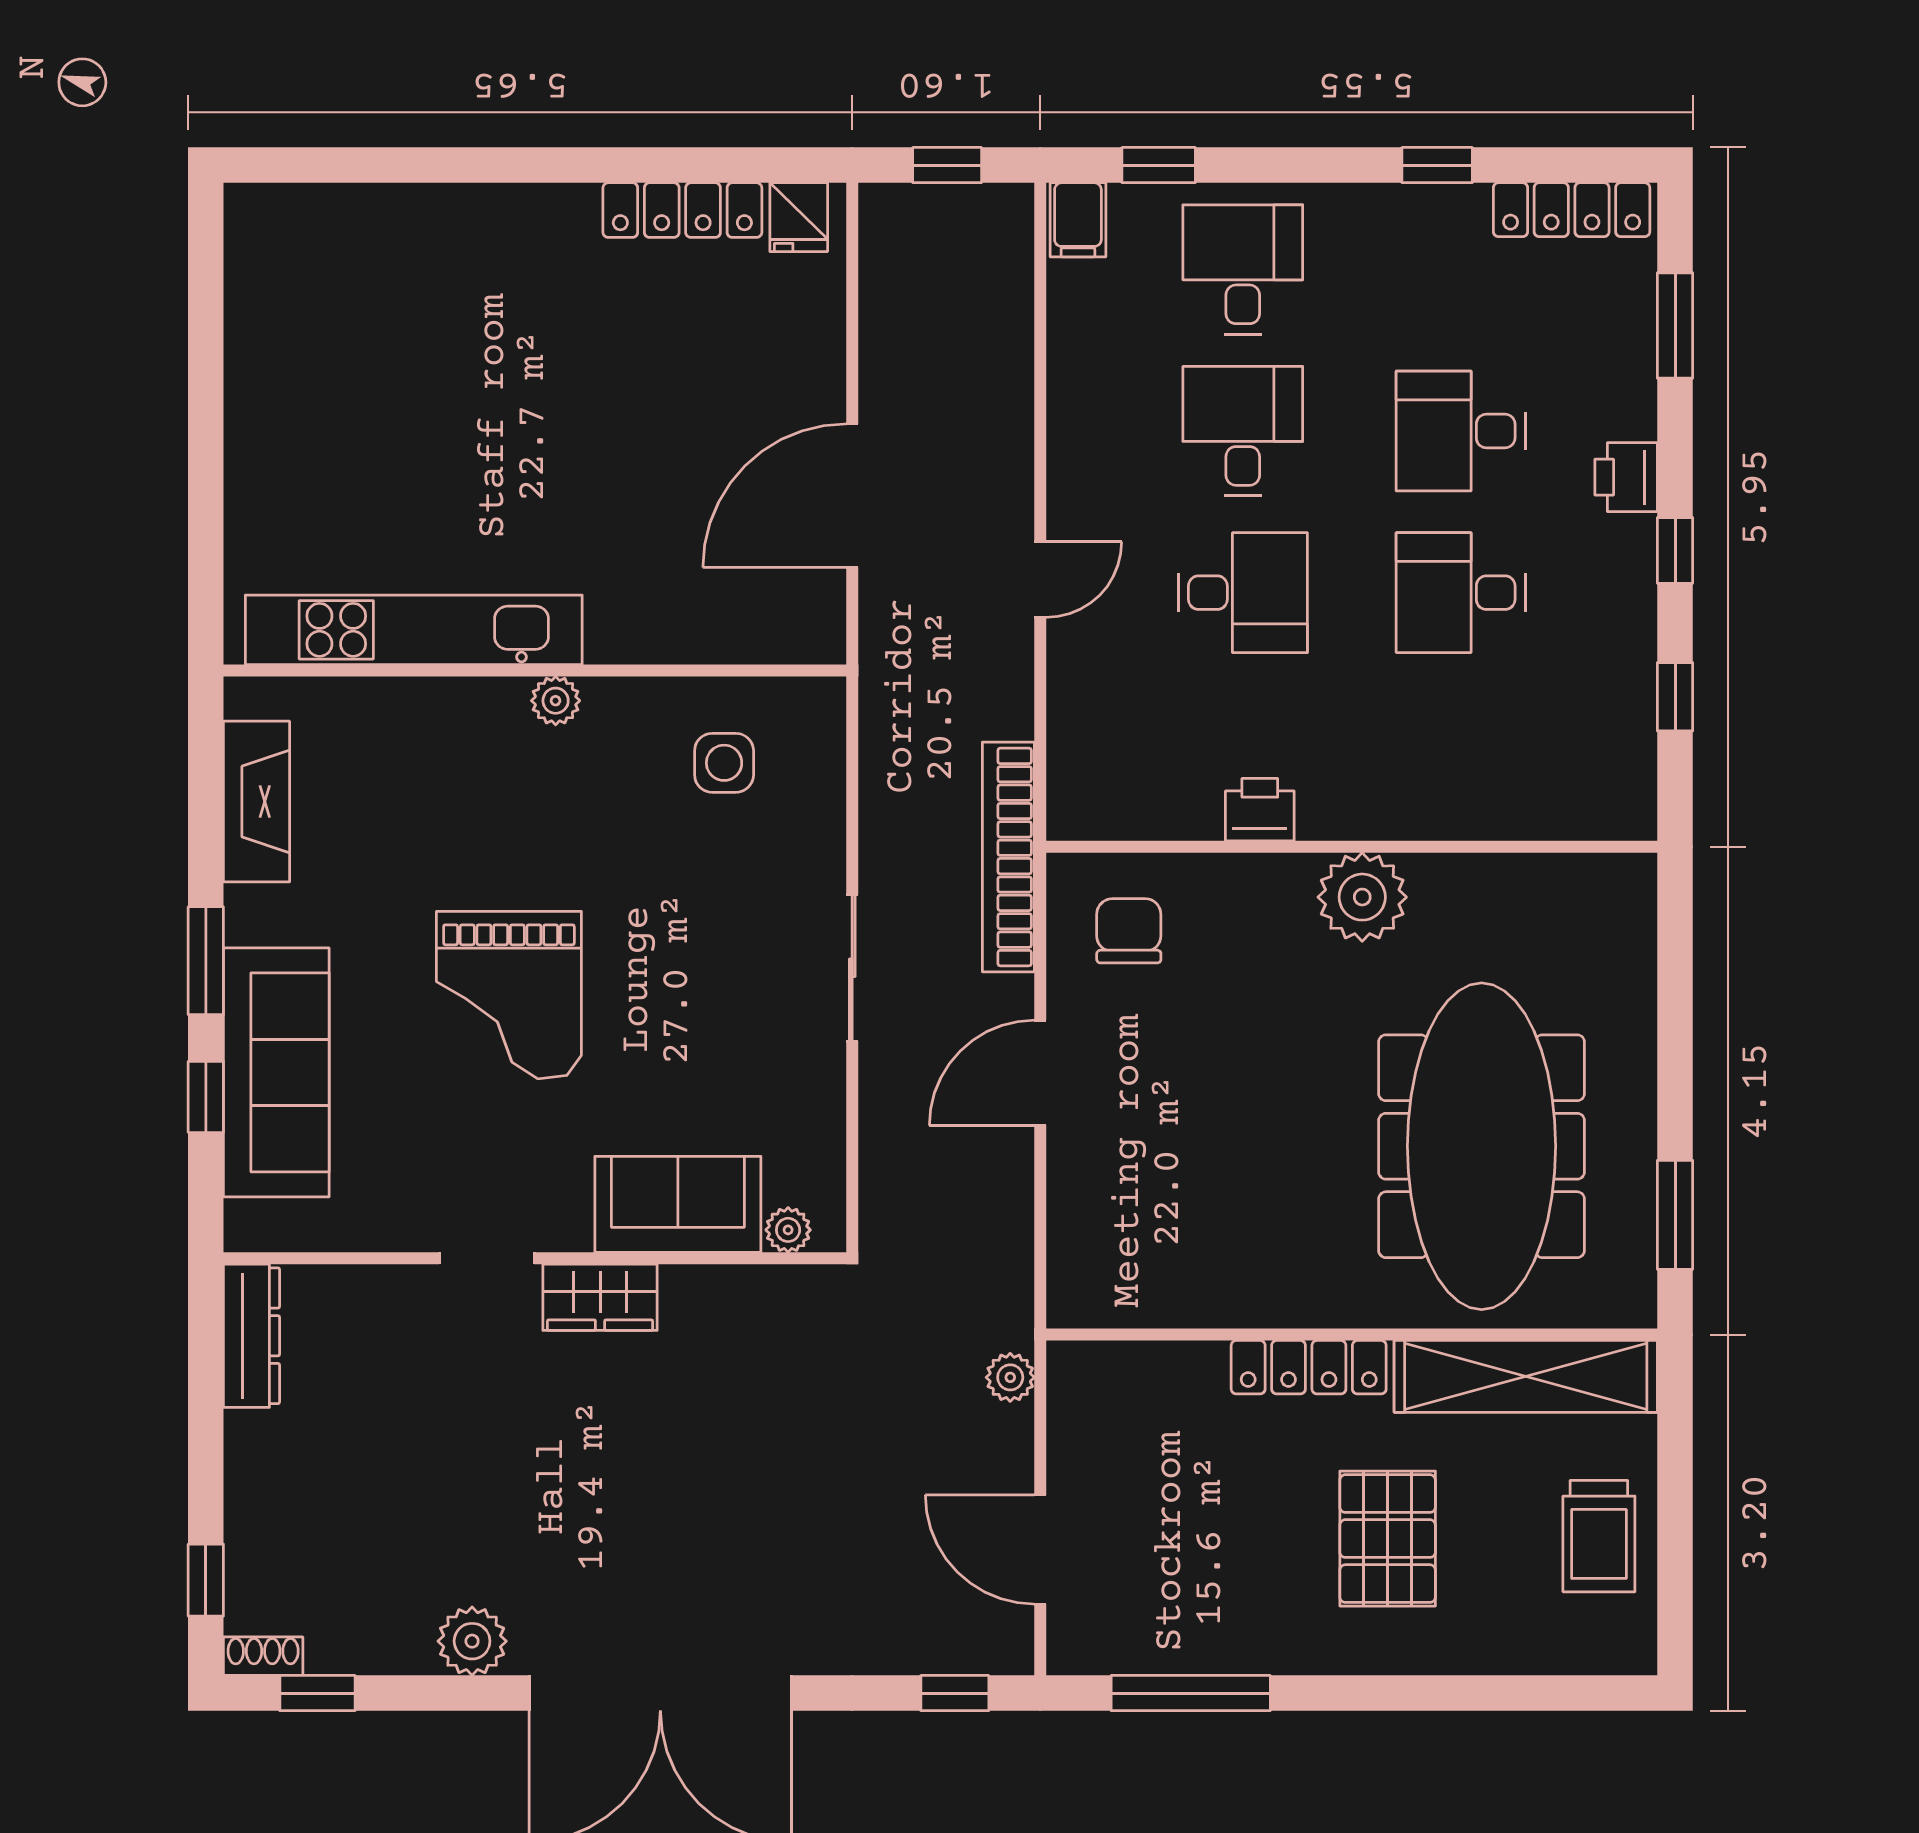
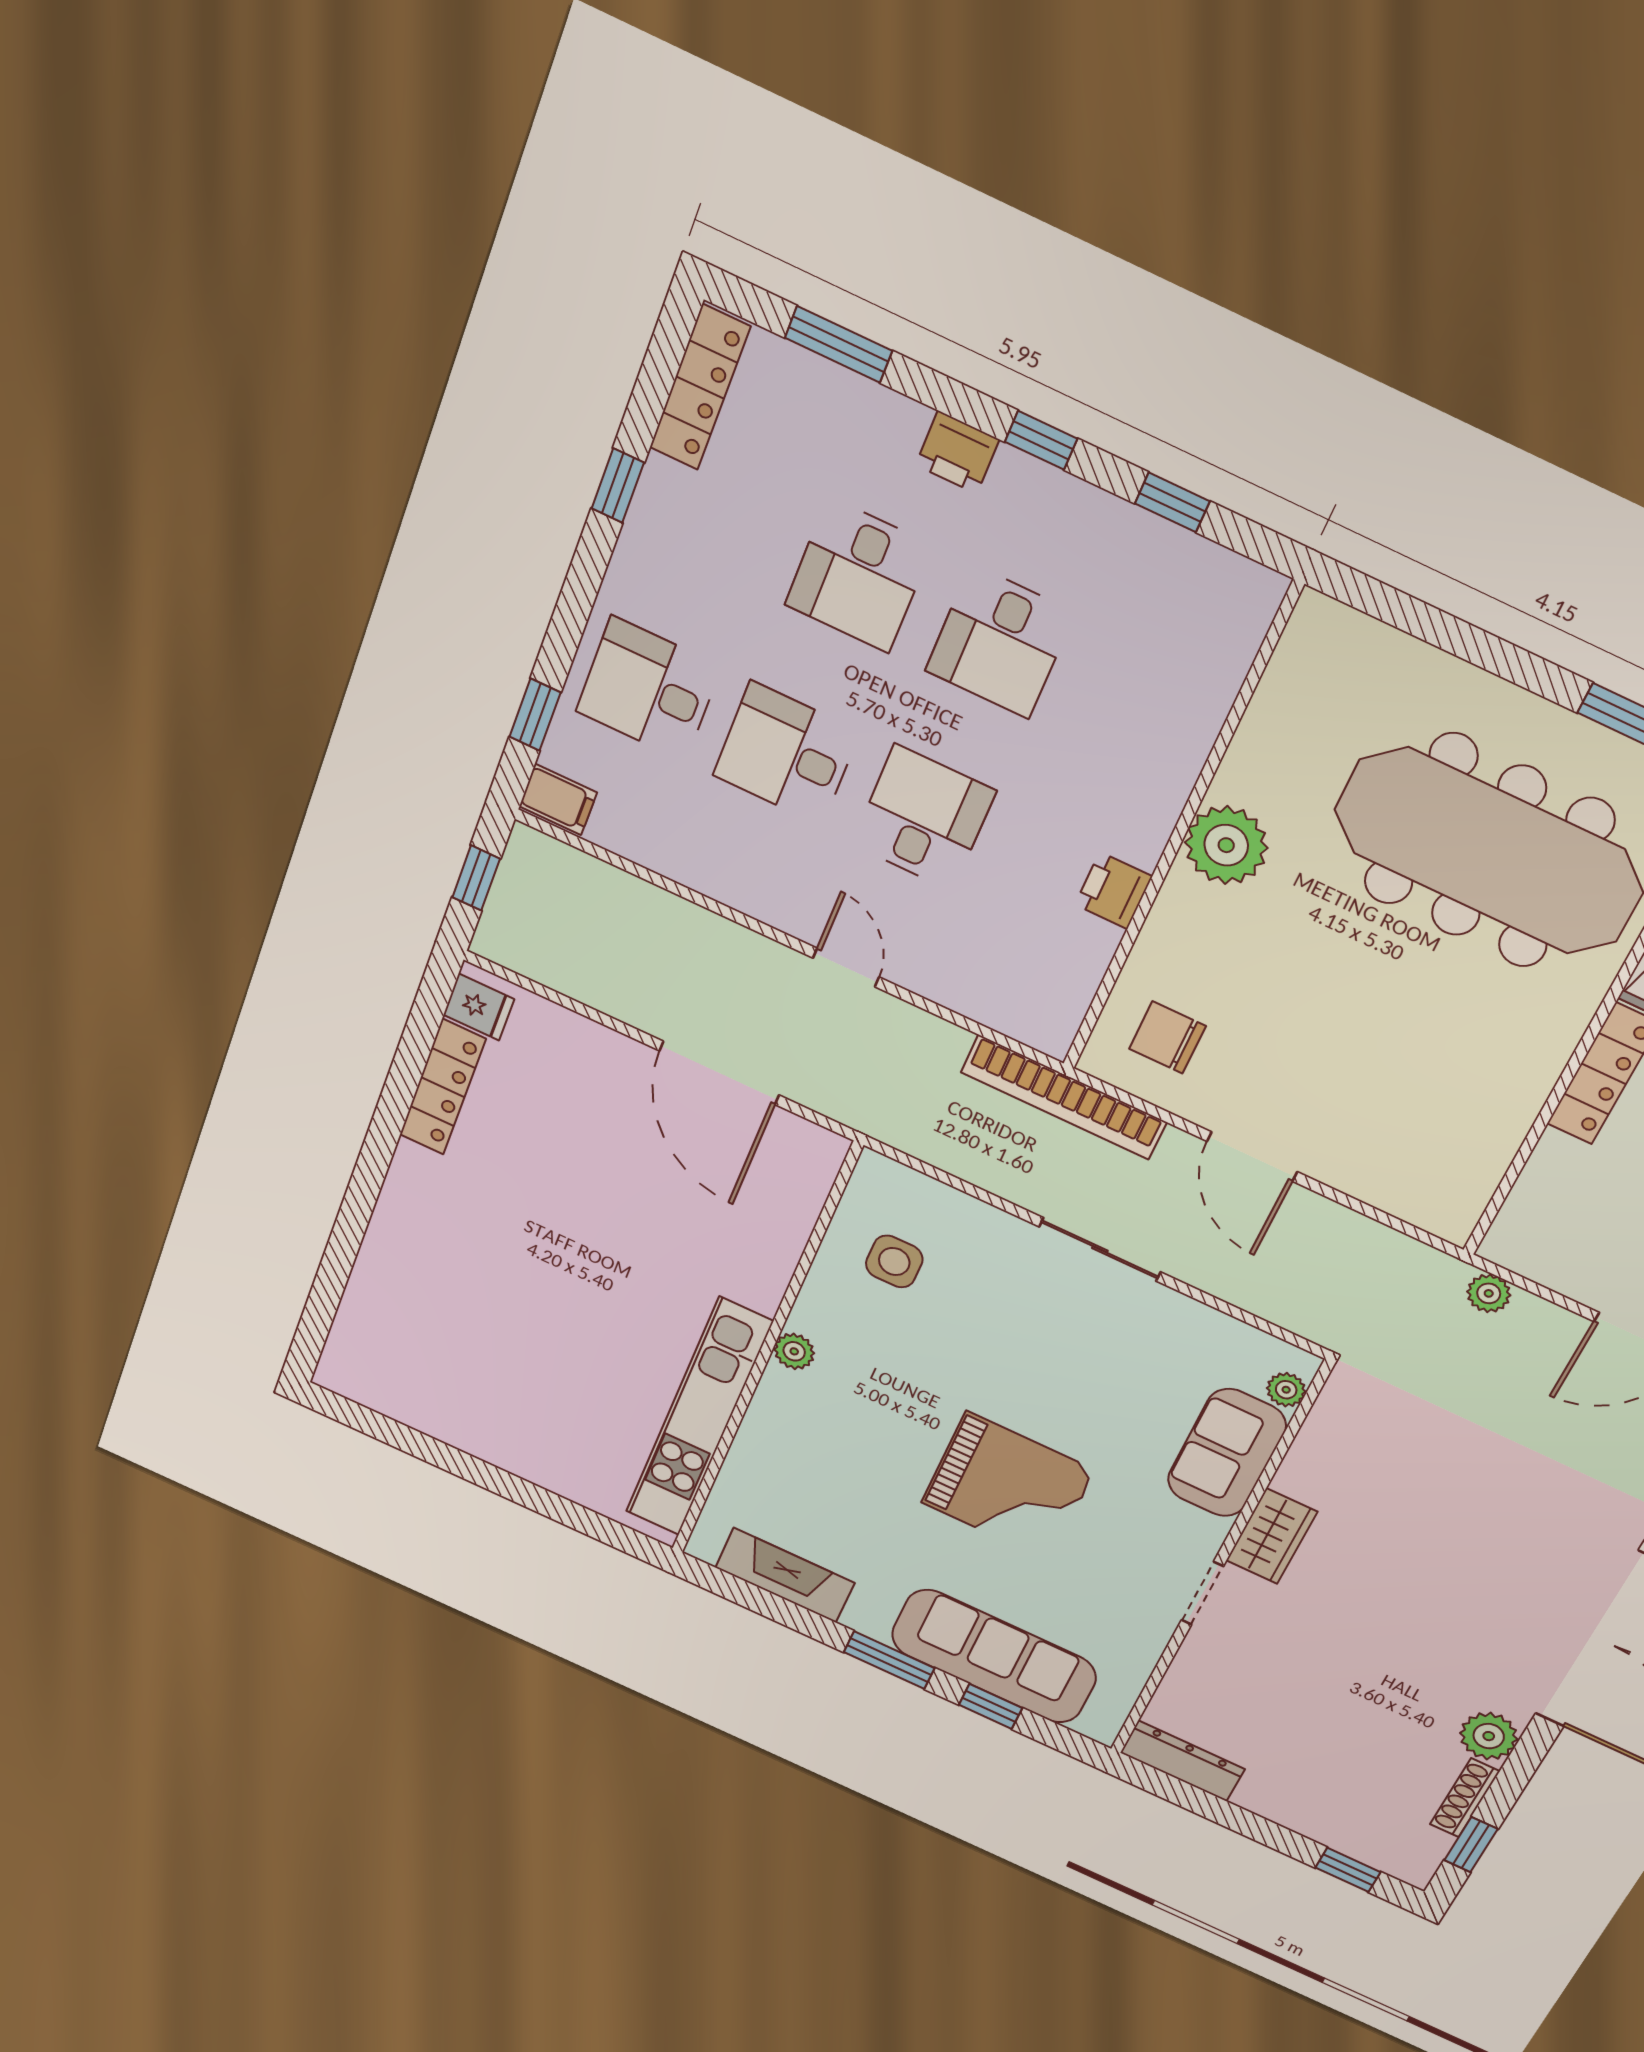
shoe rack: (263, 1656) -> (1465, 1798), moved, width x1.43

